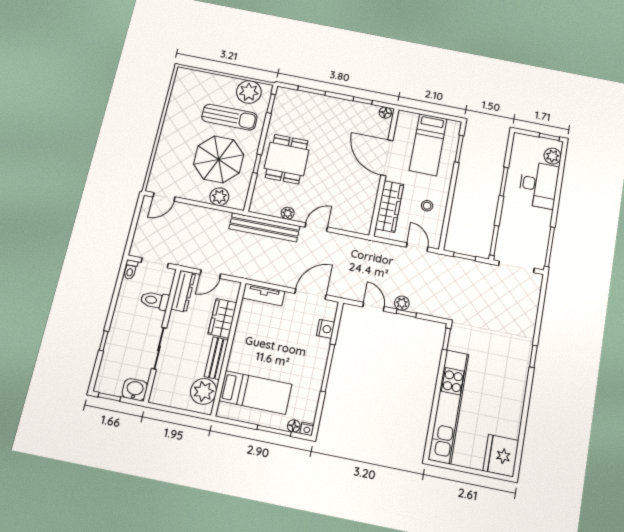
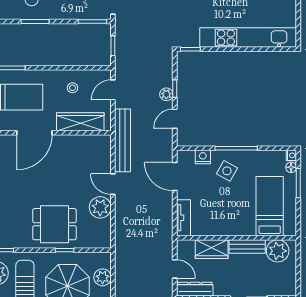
plant: (288, 213) -> (100, 207), width x1.88, depth x1.88
bench: (264, 227) -> (123, 140), moved
side table: (305, 353) -> (227, 171), added

